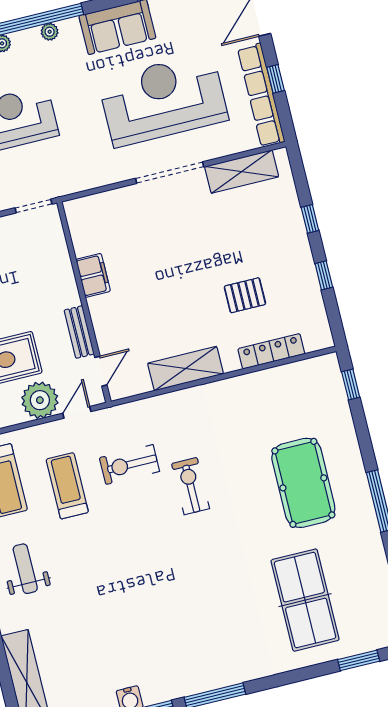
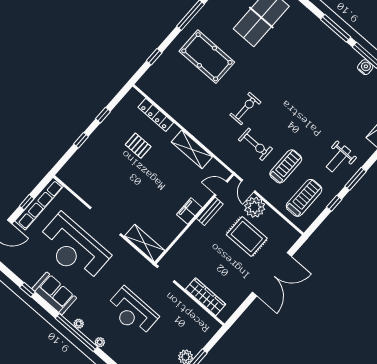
shelving: (242, 172) -> (145, 243), moved
filing cabinet: (93, 275) -> (189, 211), moved
window: (351, 385) -> (154, 57), moved
door: (77, 412) -> (248, 186), hinge flipped
pool table: (303, 483) -> (207, 57), turned 90
treadmill: (67, 486) -> (286, 166), turned 180
exercise bike: (191, 486) -> (245, 108), turned 180

